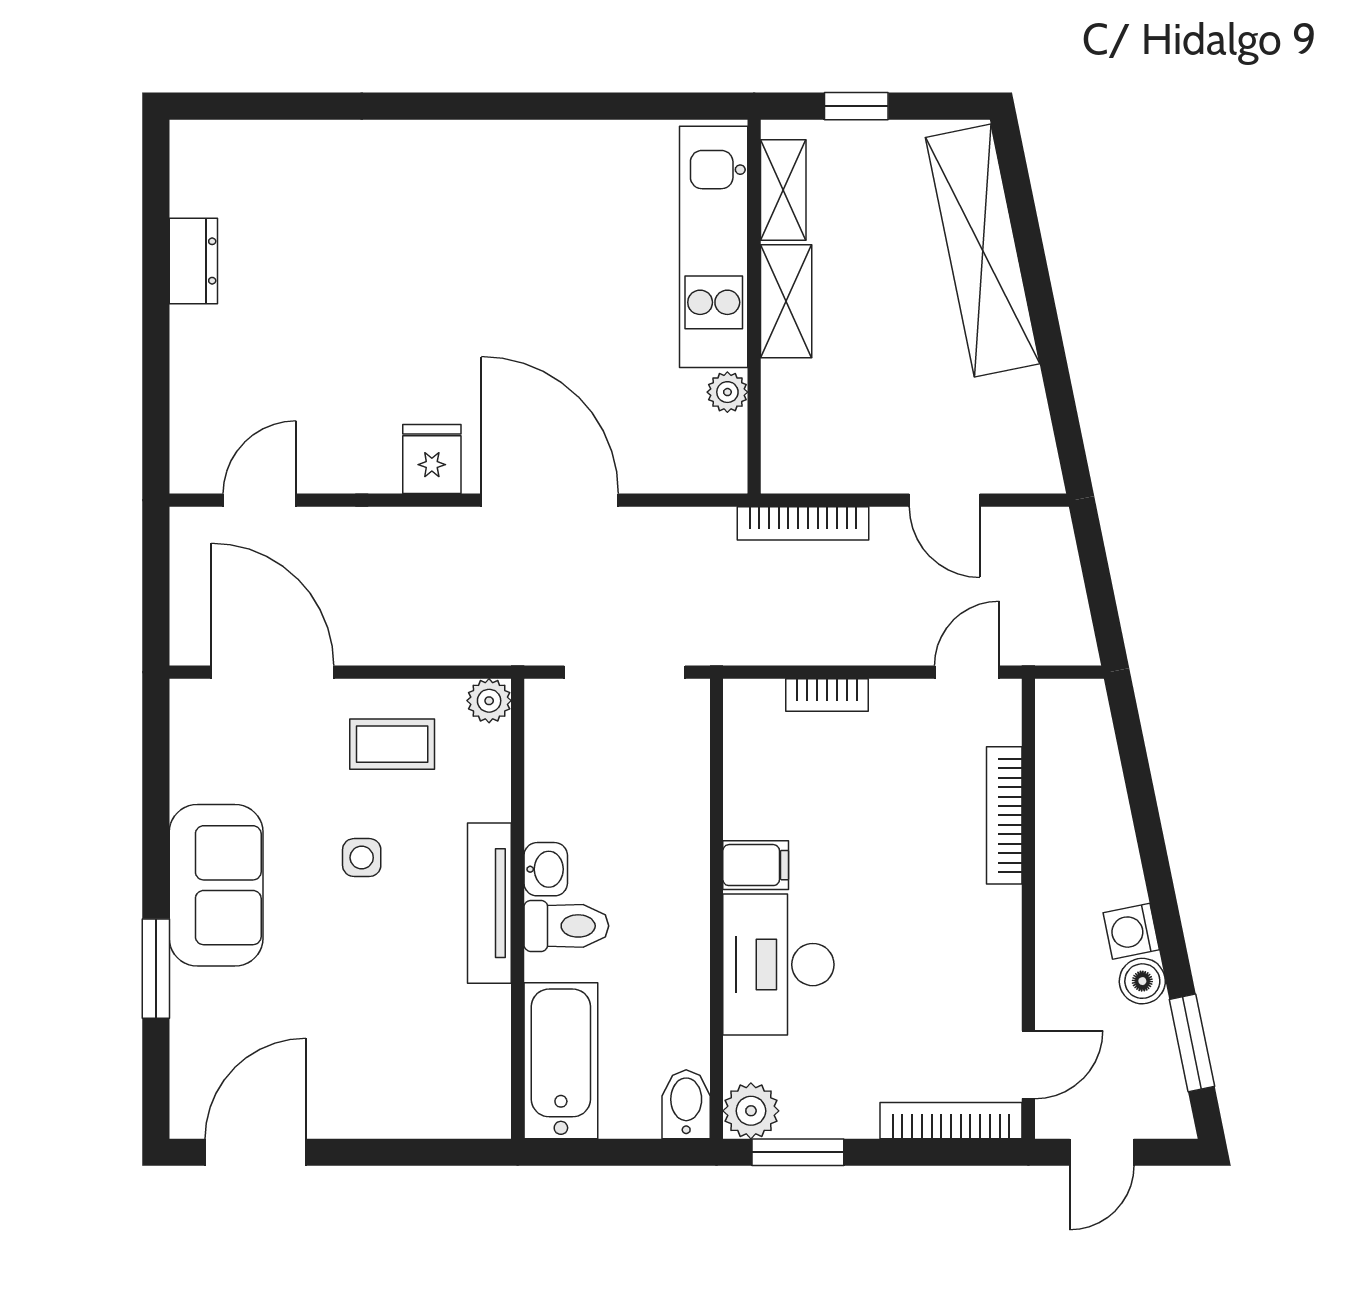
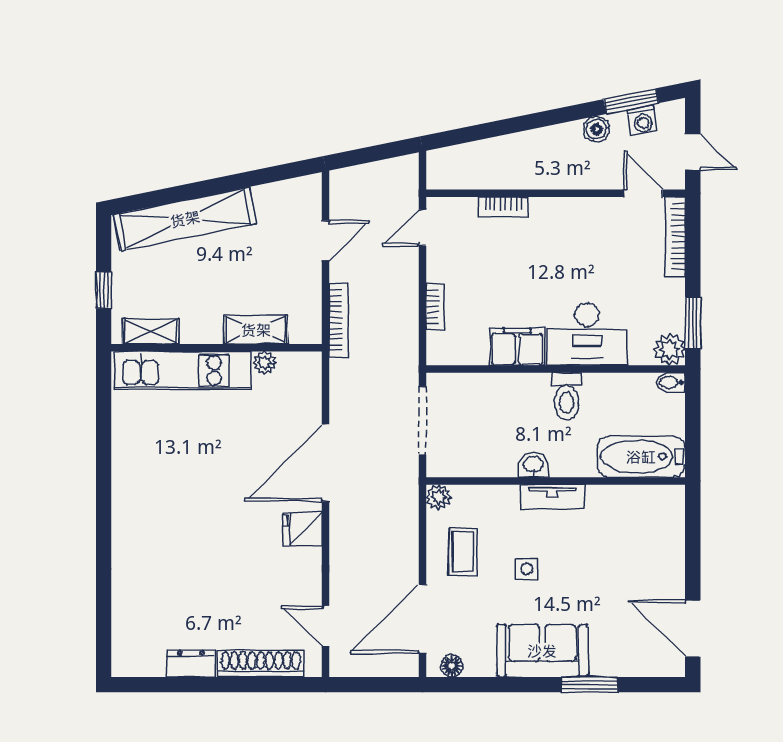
shelving: (786, 301) -> (256, 330), moved
shoe rack: (193, 385) -> (261, 664), added
door: (967, 672) -> (422, 228), hinge flipped
floor lamp: (189, 724) -> (452, 666), added
bookcase: (1004, 815) -> (503, 207), width x0.64
filing cabinet: (756, 865) -> (517, 347), width x2.00
tv unit: (489, 903) -> (552, 497), width x0.71
toilet: (566, 926) -> (566, 396), moved, turned 180
washing machine: (1131, 931) -> (643, 120), moved
bidet: (686, 1104) -> (671, 382), width x0.72, depth x0.74

